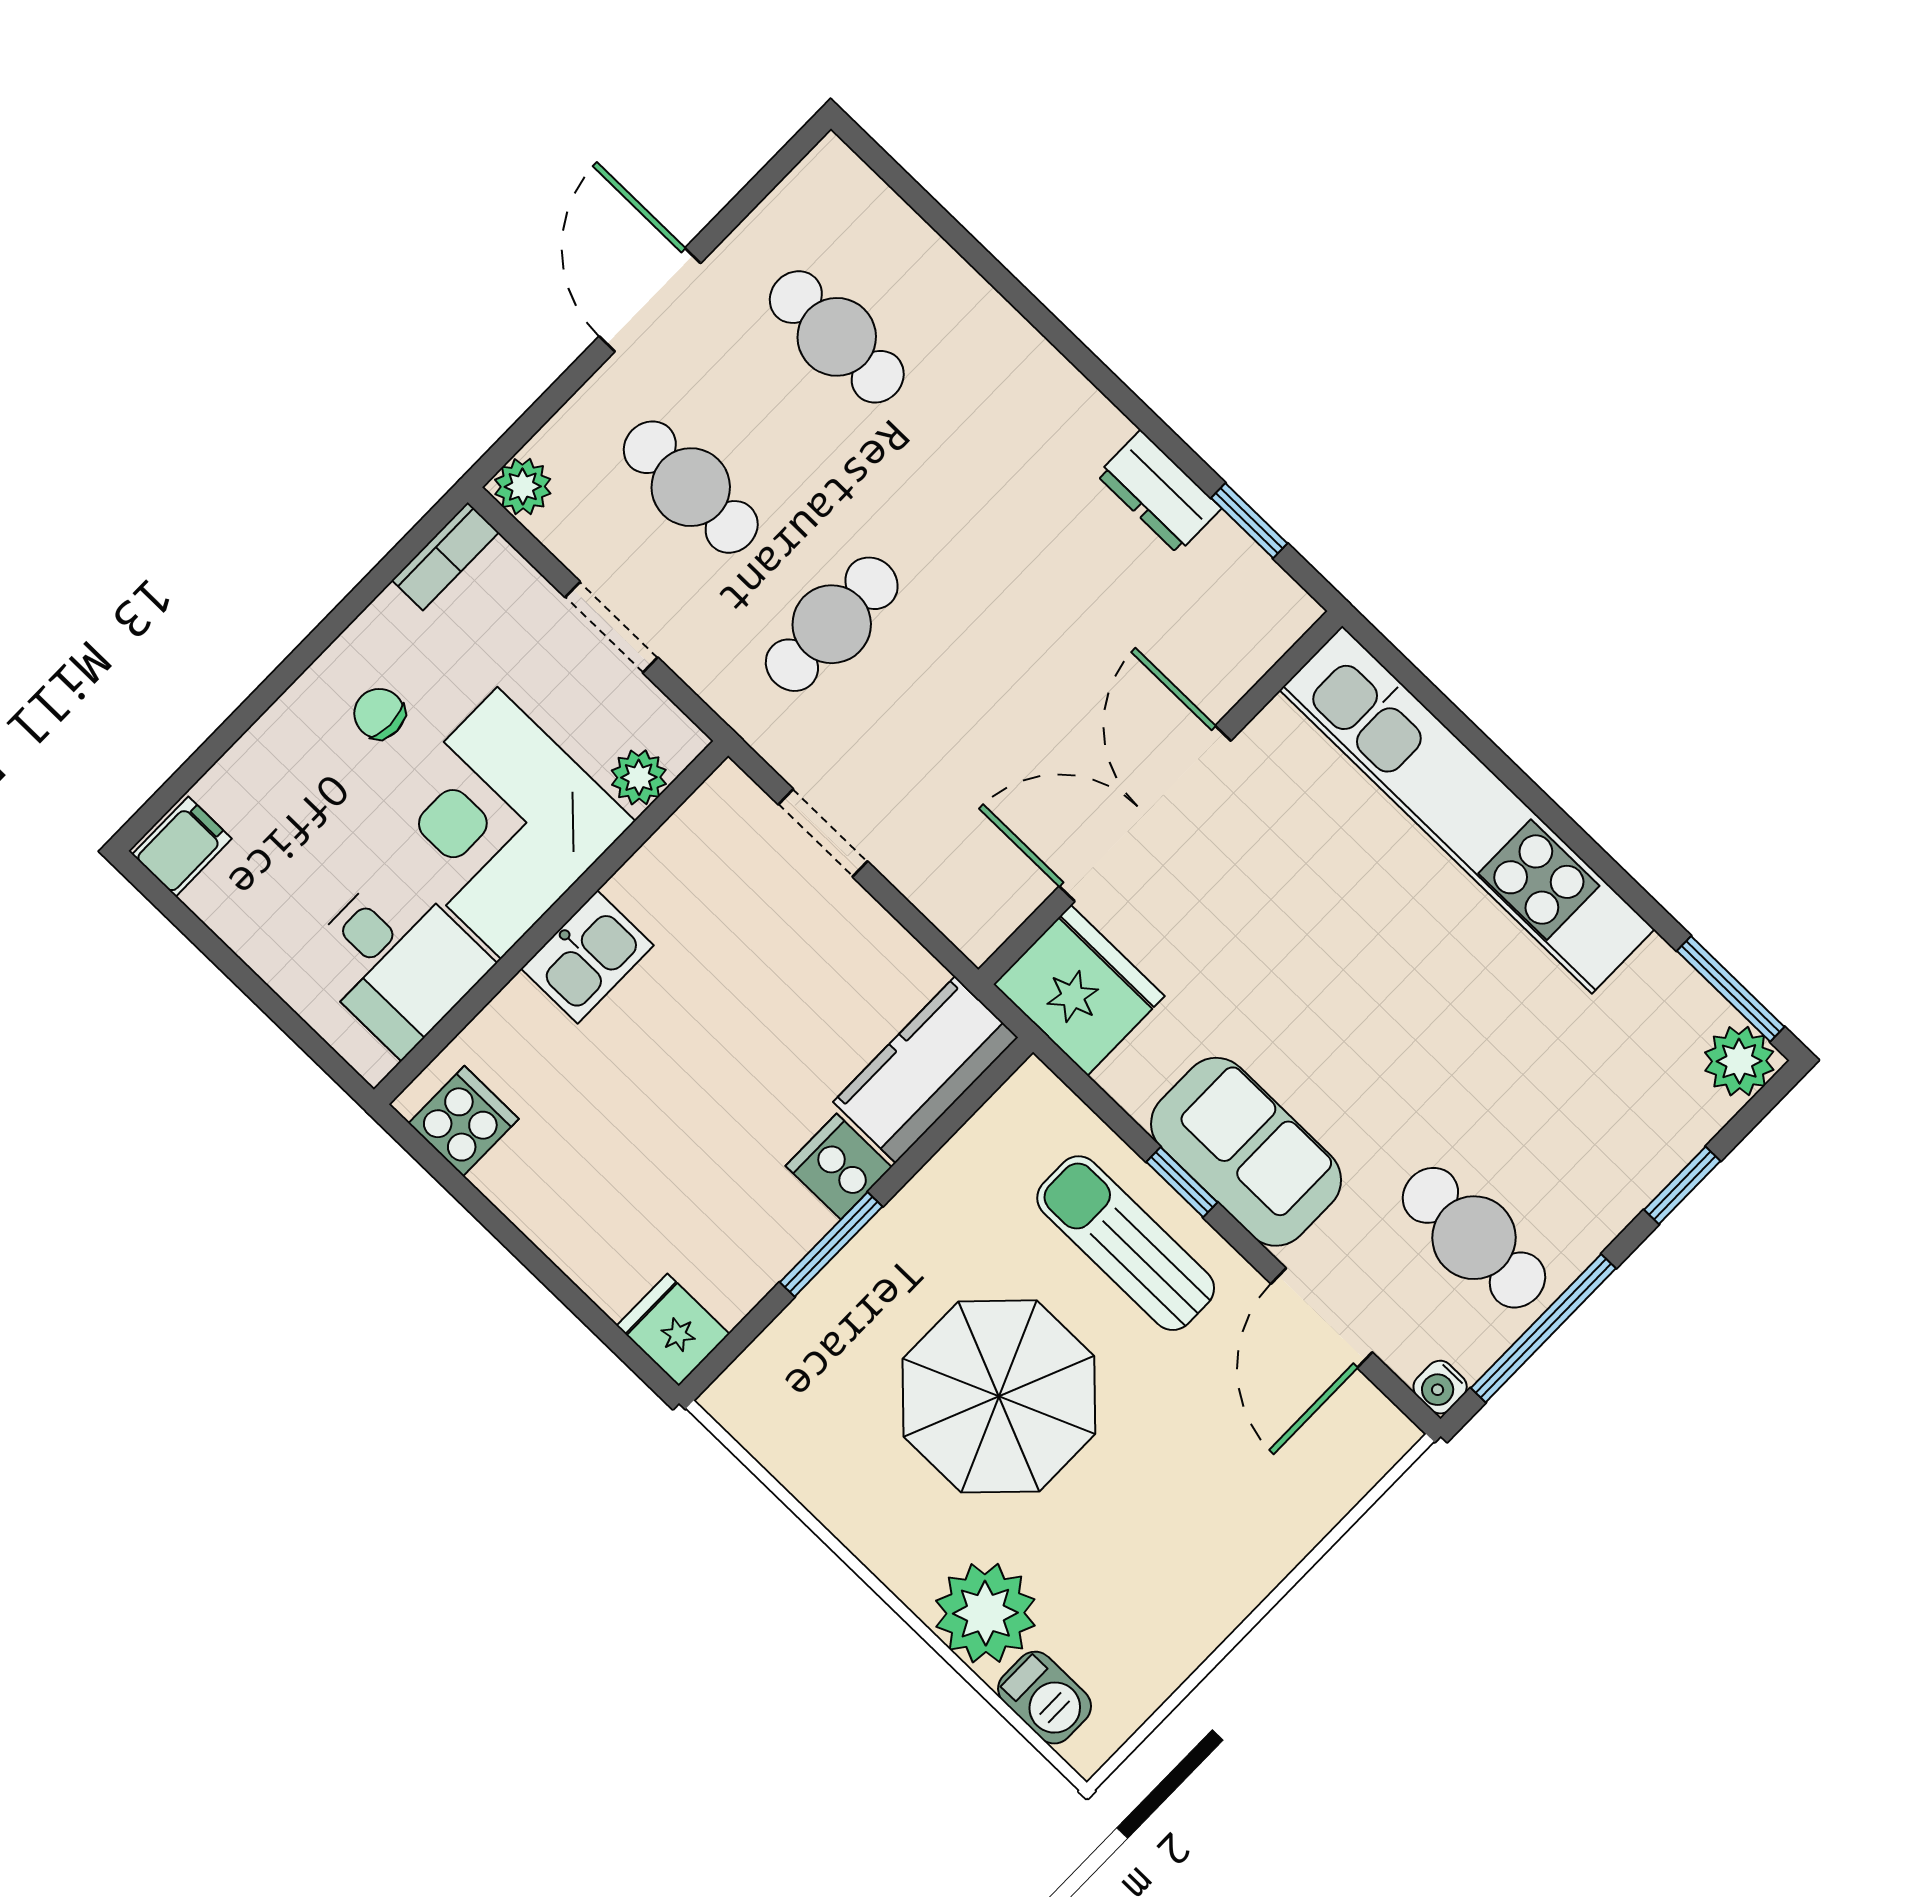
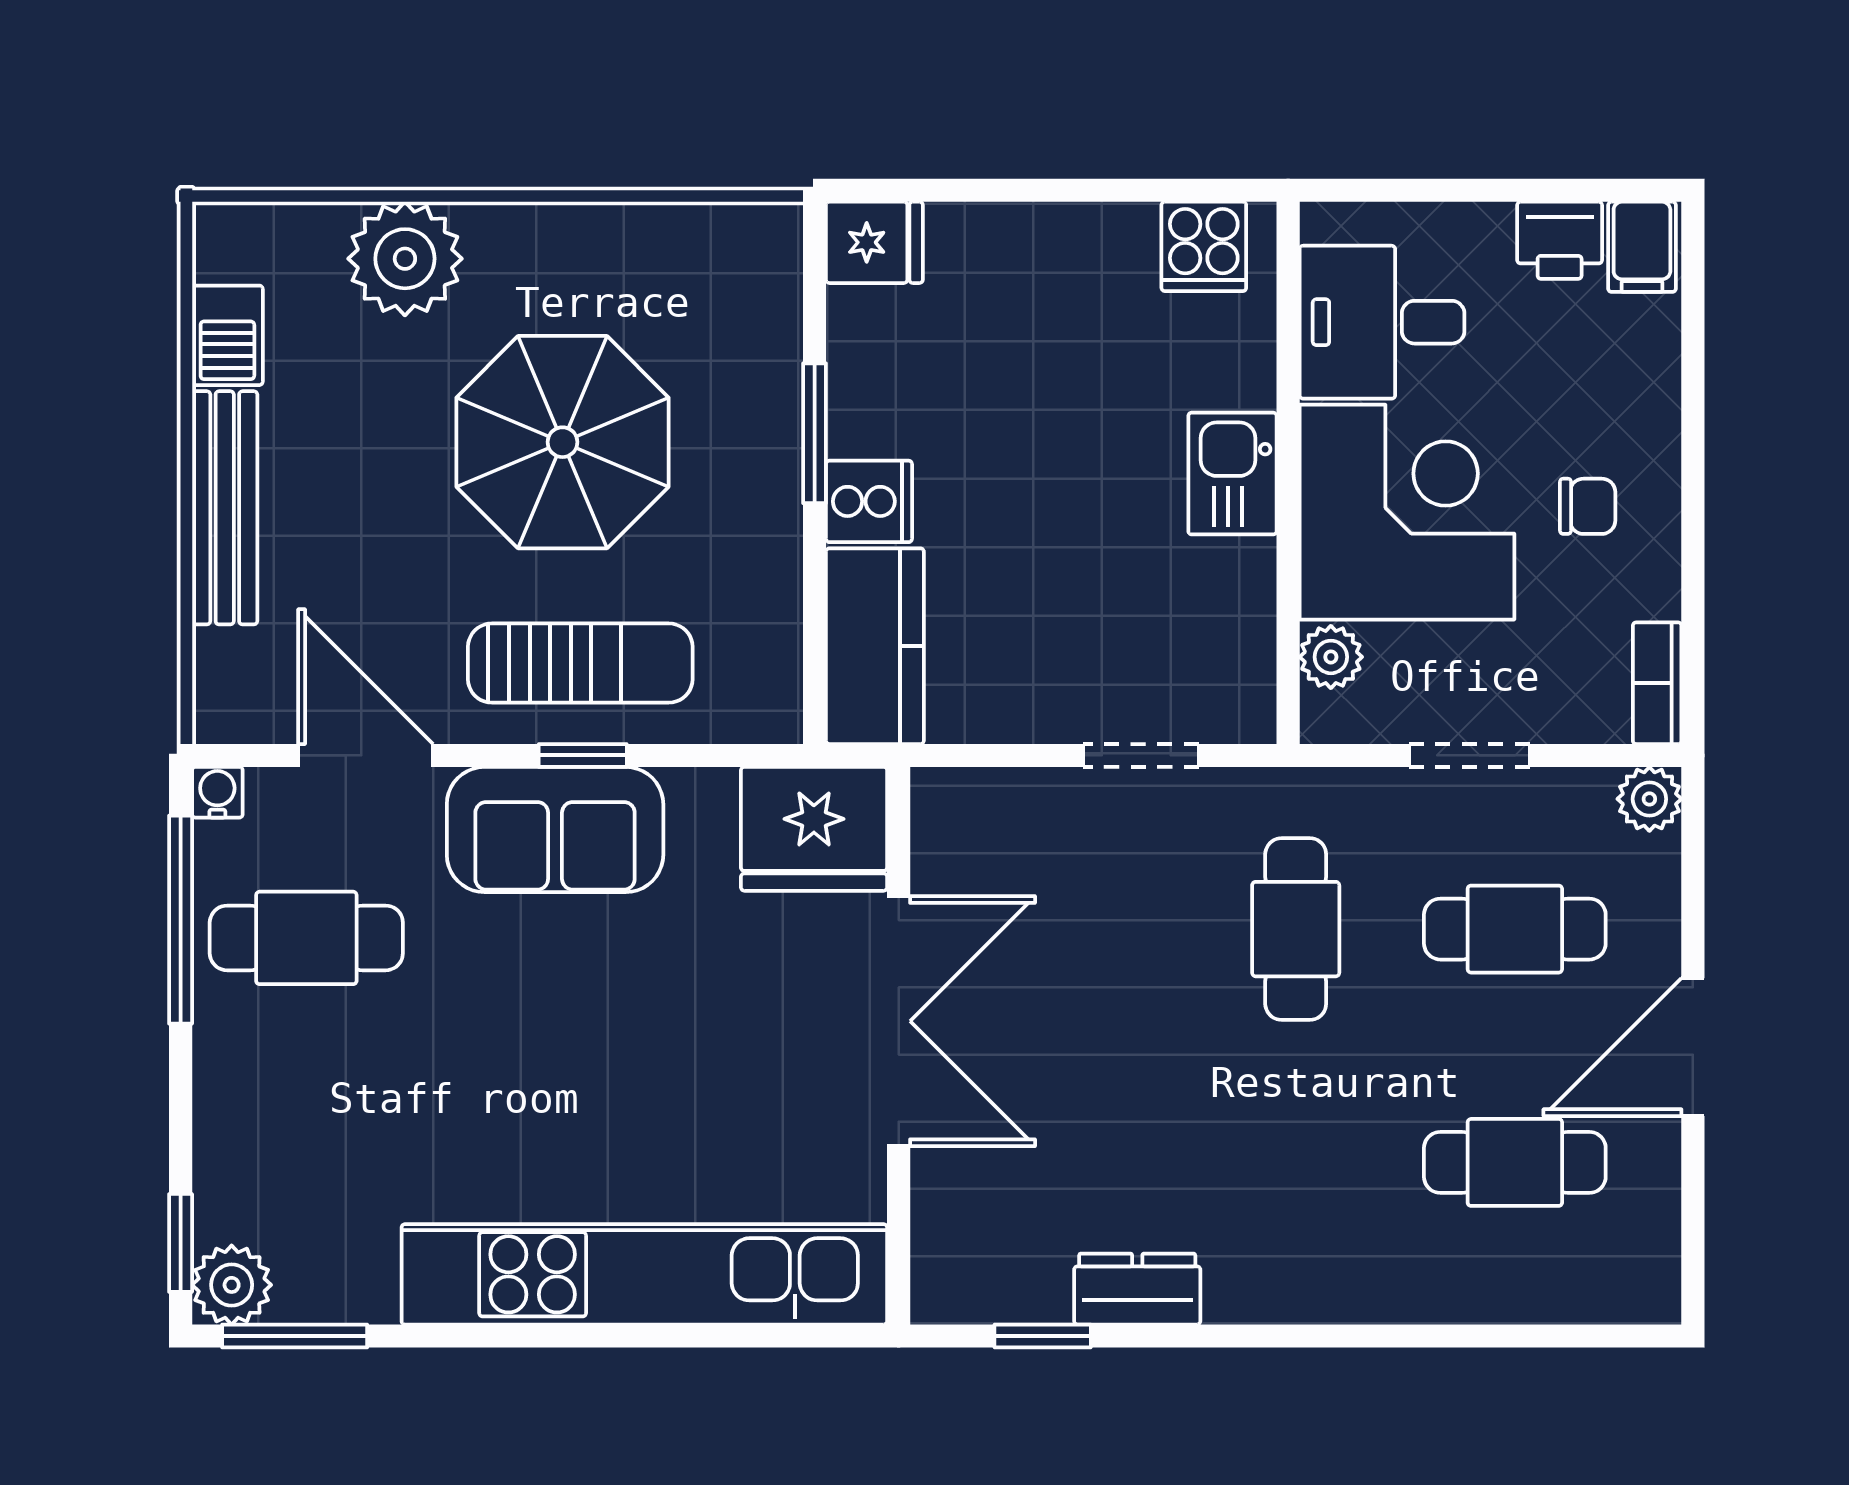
door: (650, 300) -> (1693, 1047), swing flipped
printer: (231, 902) -> (1560, 240), added
window: (1682, 1185) -> (181, 1243), moved
bench: (1257, 1566) -> (225, 508), added
barbecue: (1045, 1698) -> (227, 335), moved, turned -90

